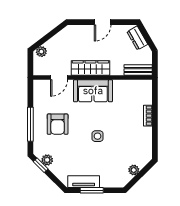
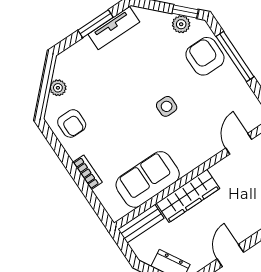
wardrobe: (90, 68) -> (188, 196), moved
sofa: (93, 91) -> (148, 179), moved
armchair: (58, 124) -> (205, 56), moved
side table: (98, 136) -> (167, 106), moved
armchair: (139, 147) -> (72, 123), added

